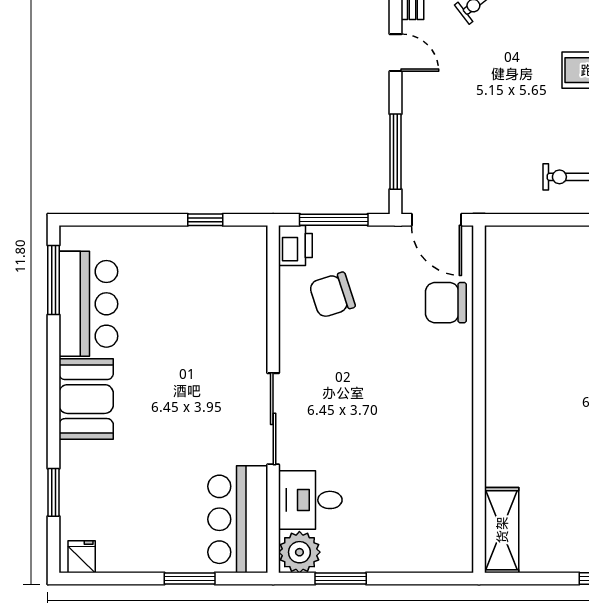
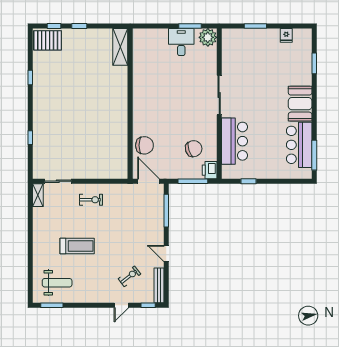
desk: (310, 500) -> (181, 42), moved, turned -90
bar counter: (238, 519) -> (234, 141), moved
fridge: (82, 557) -> (286, 35), moved

